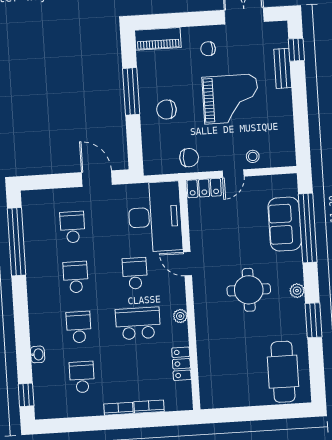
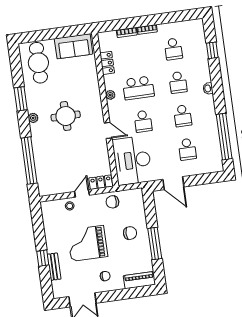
window: (296, 50) -> (43, 258), moved
sofa: (285, 224) -> (74, 46), moved, turned 90
washbasin: (38, 354) -> (208, 88), moved
window: (26, 395) -> (212, 50), moved

